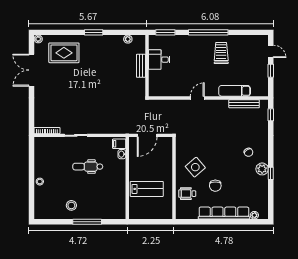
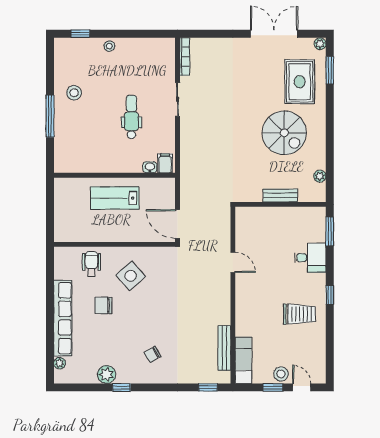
window: (94, 32) -> (330, 70), moved
window: (208, 32) -> (330, 295), width x0.32
door: (271, 51) -> (302, 387), swing flipped
desk: (159, 60) -> (310, 258), moved, turned 90
spiral stairs: (99, 63) -> (284, 133), added
stool: (262, 65) -> (281, 374), added
exam couch: (235, 91) -> (243, 360), moved
door: (197, 98) -> (233, 262), moved
door: (147, 135) -> (178, 224), moved
plant: (262, 169) -> (106, 375), moved
lab bench: (147, 189) -> (115, 198), moved, turned 90
window: (31, 201) -> (80, 34), added

